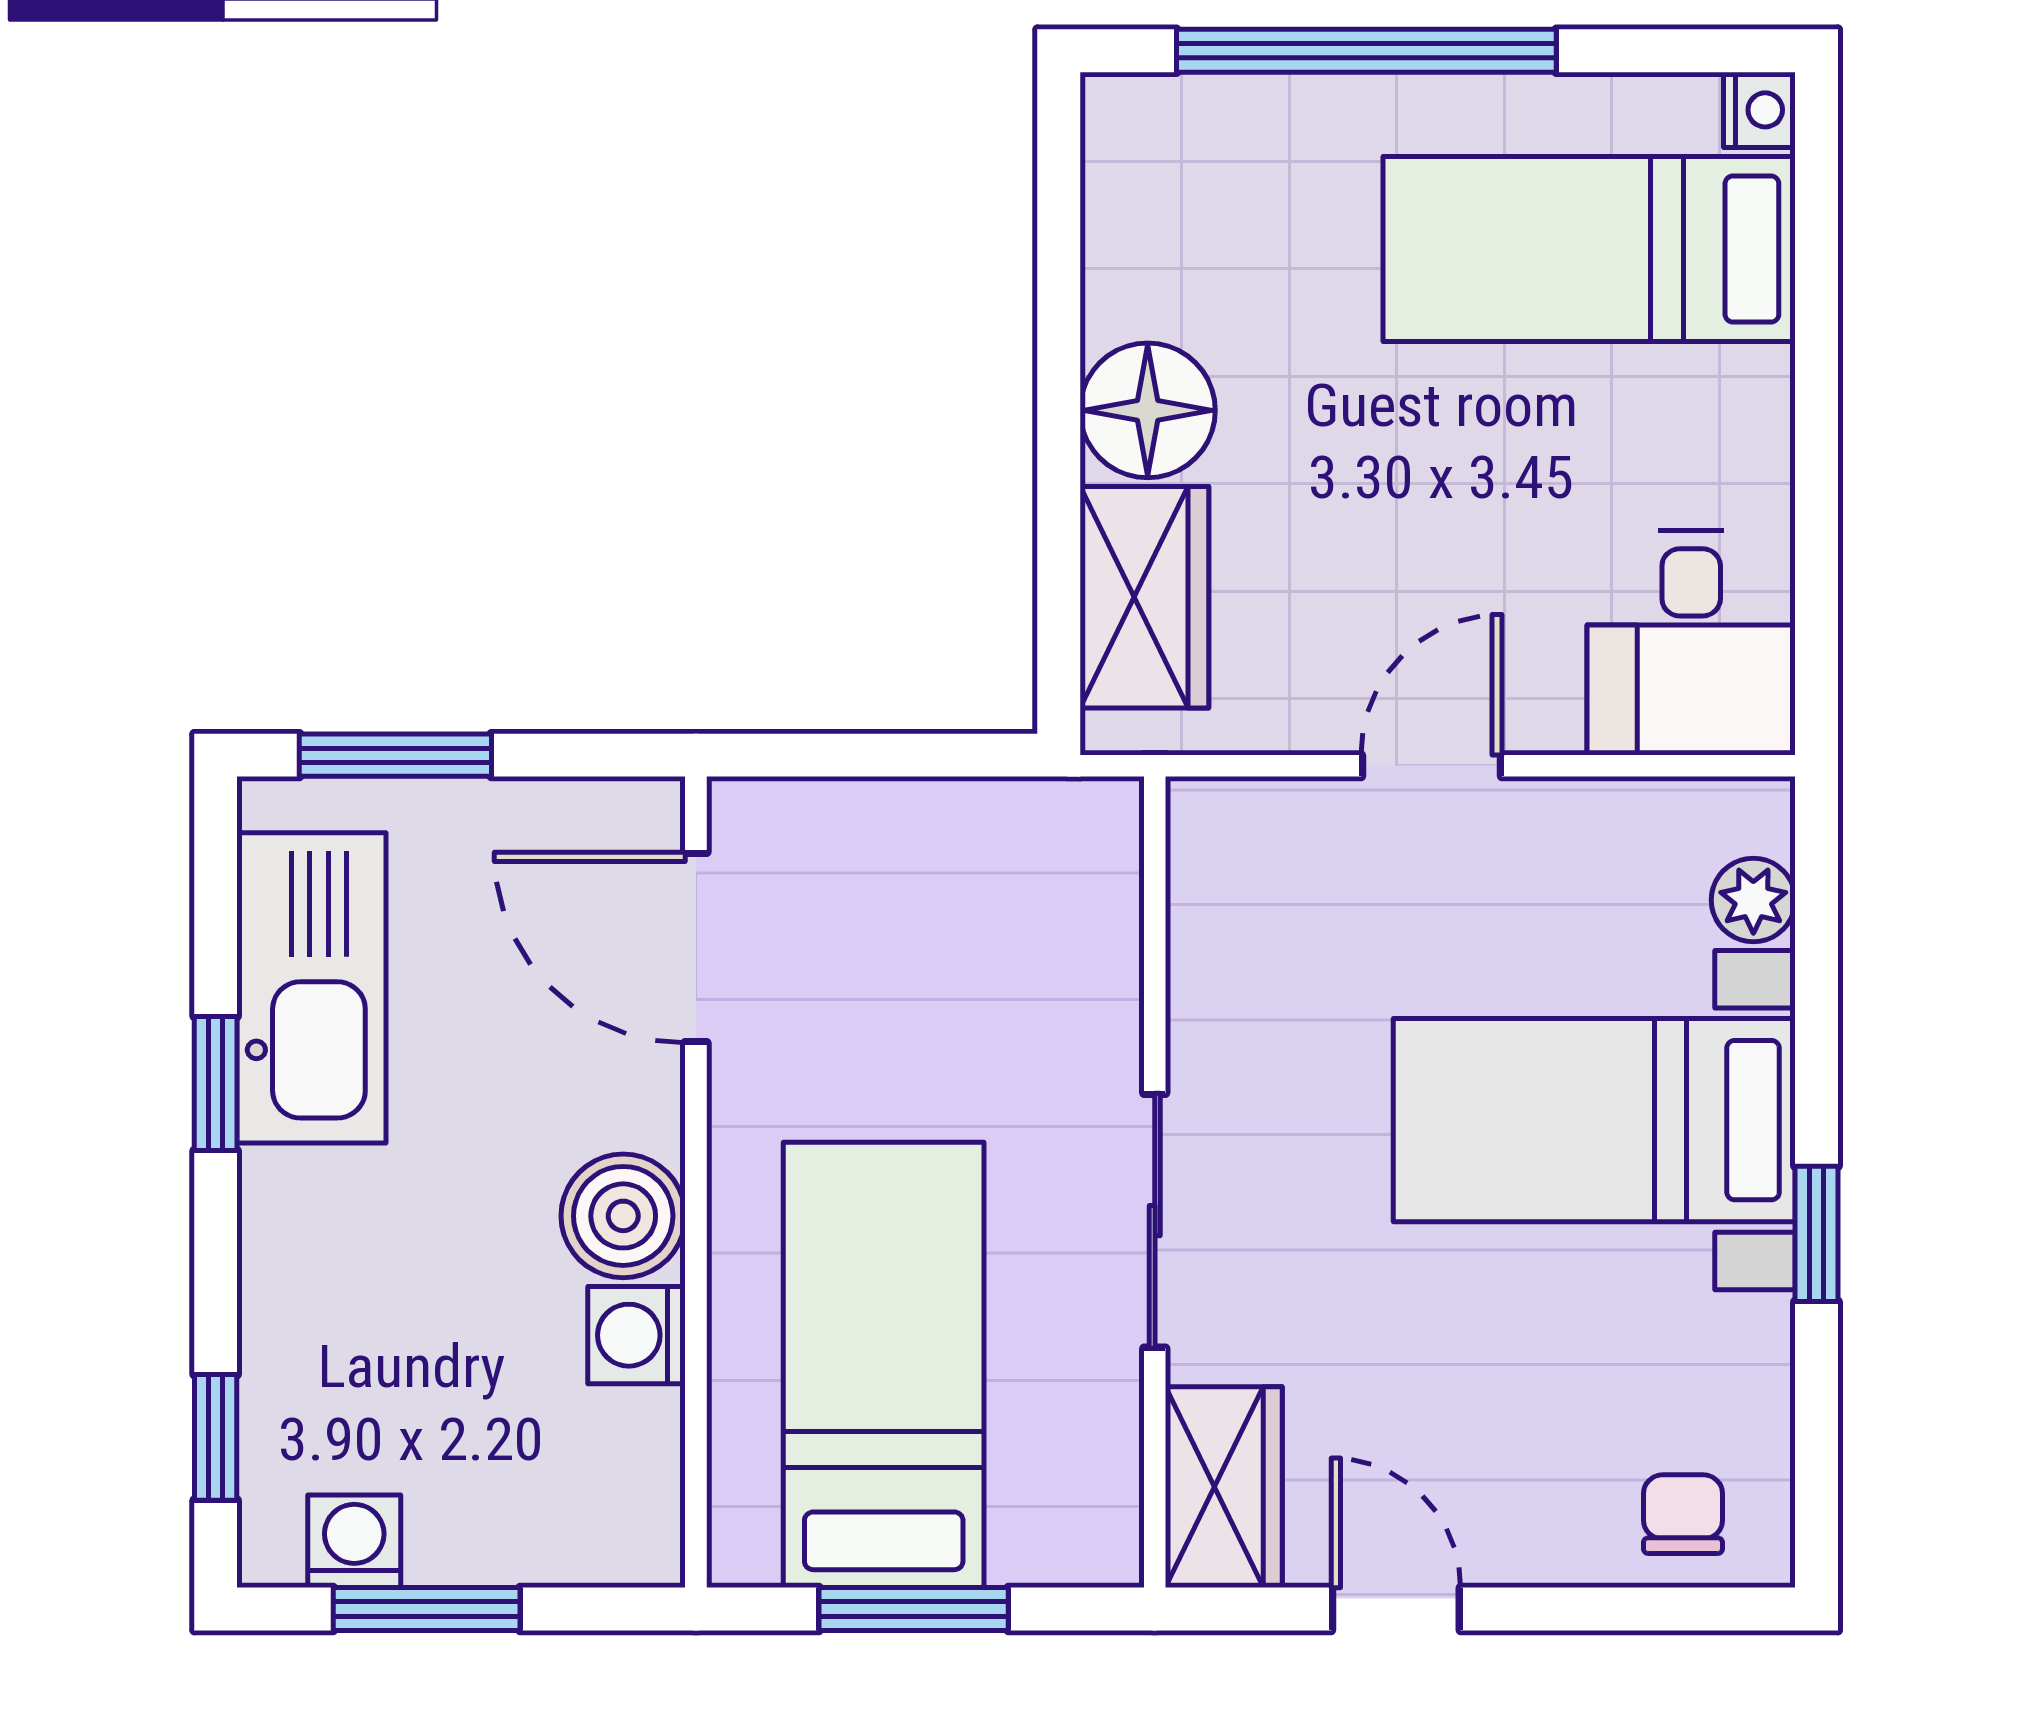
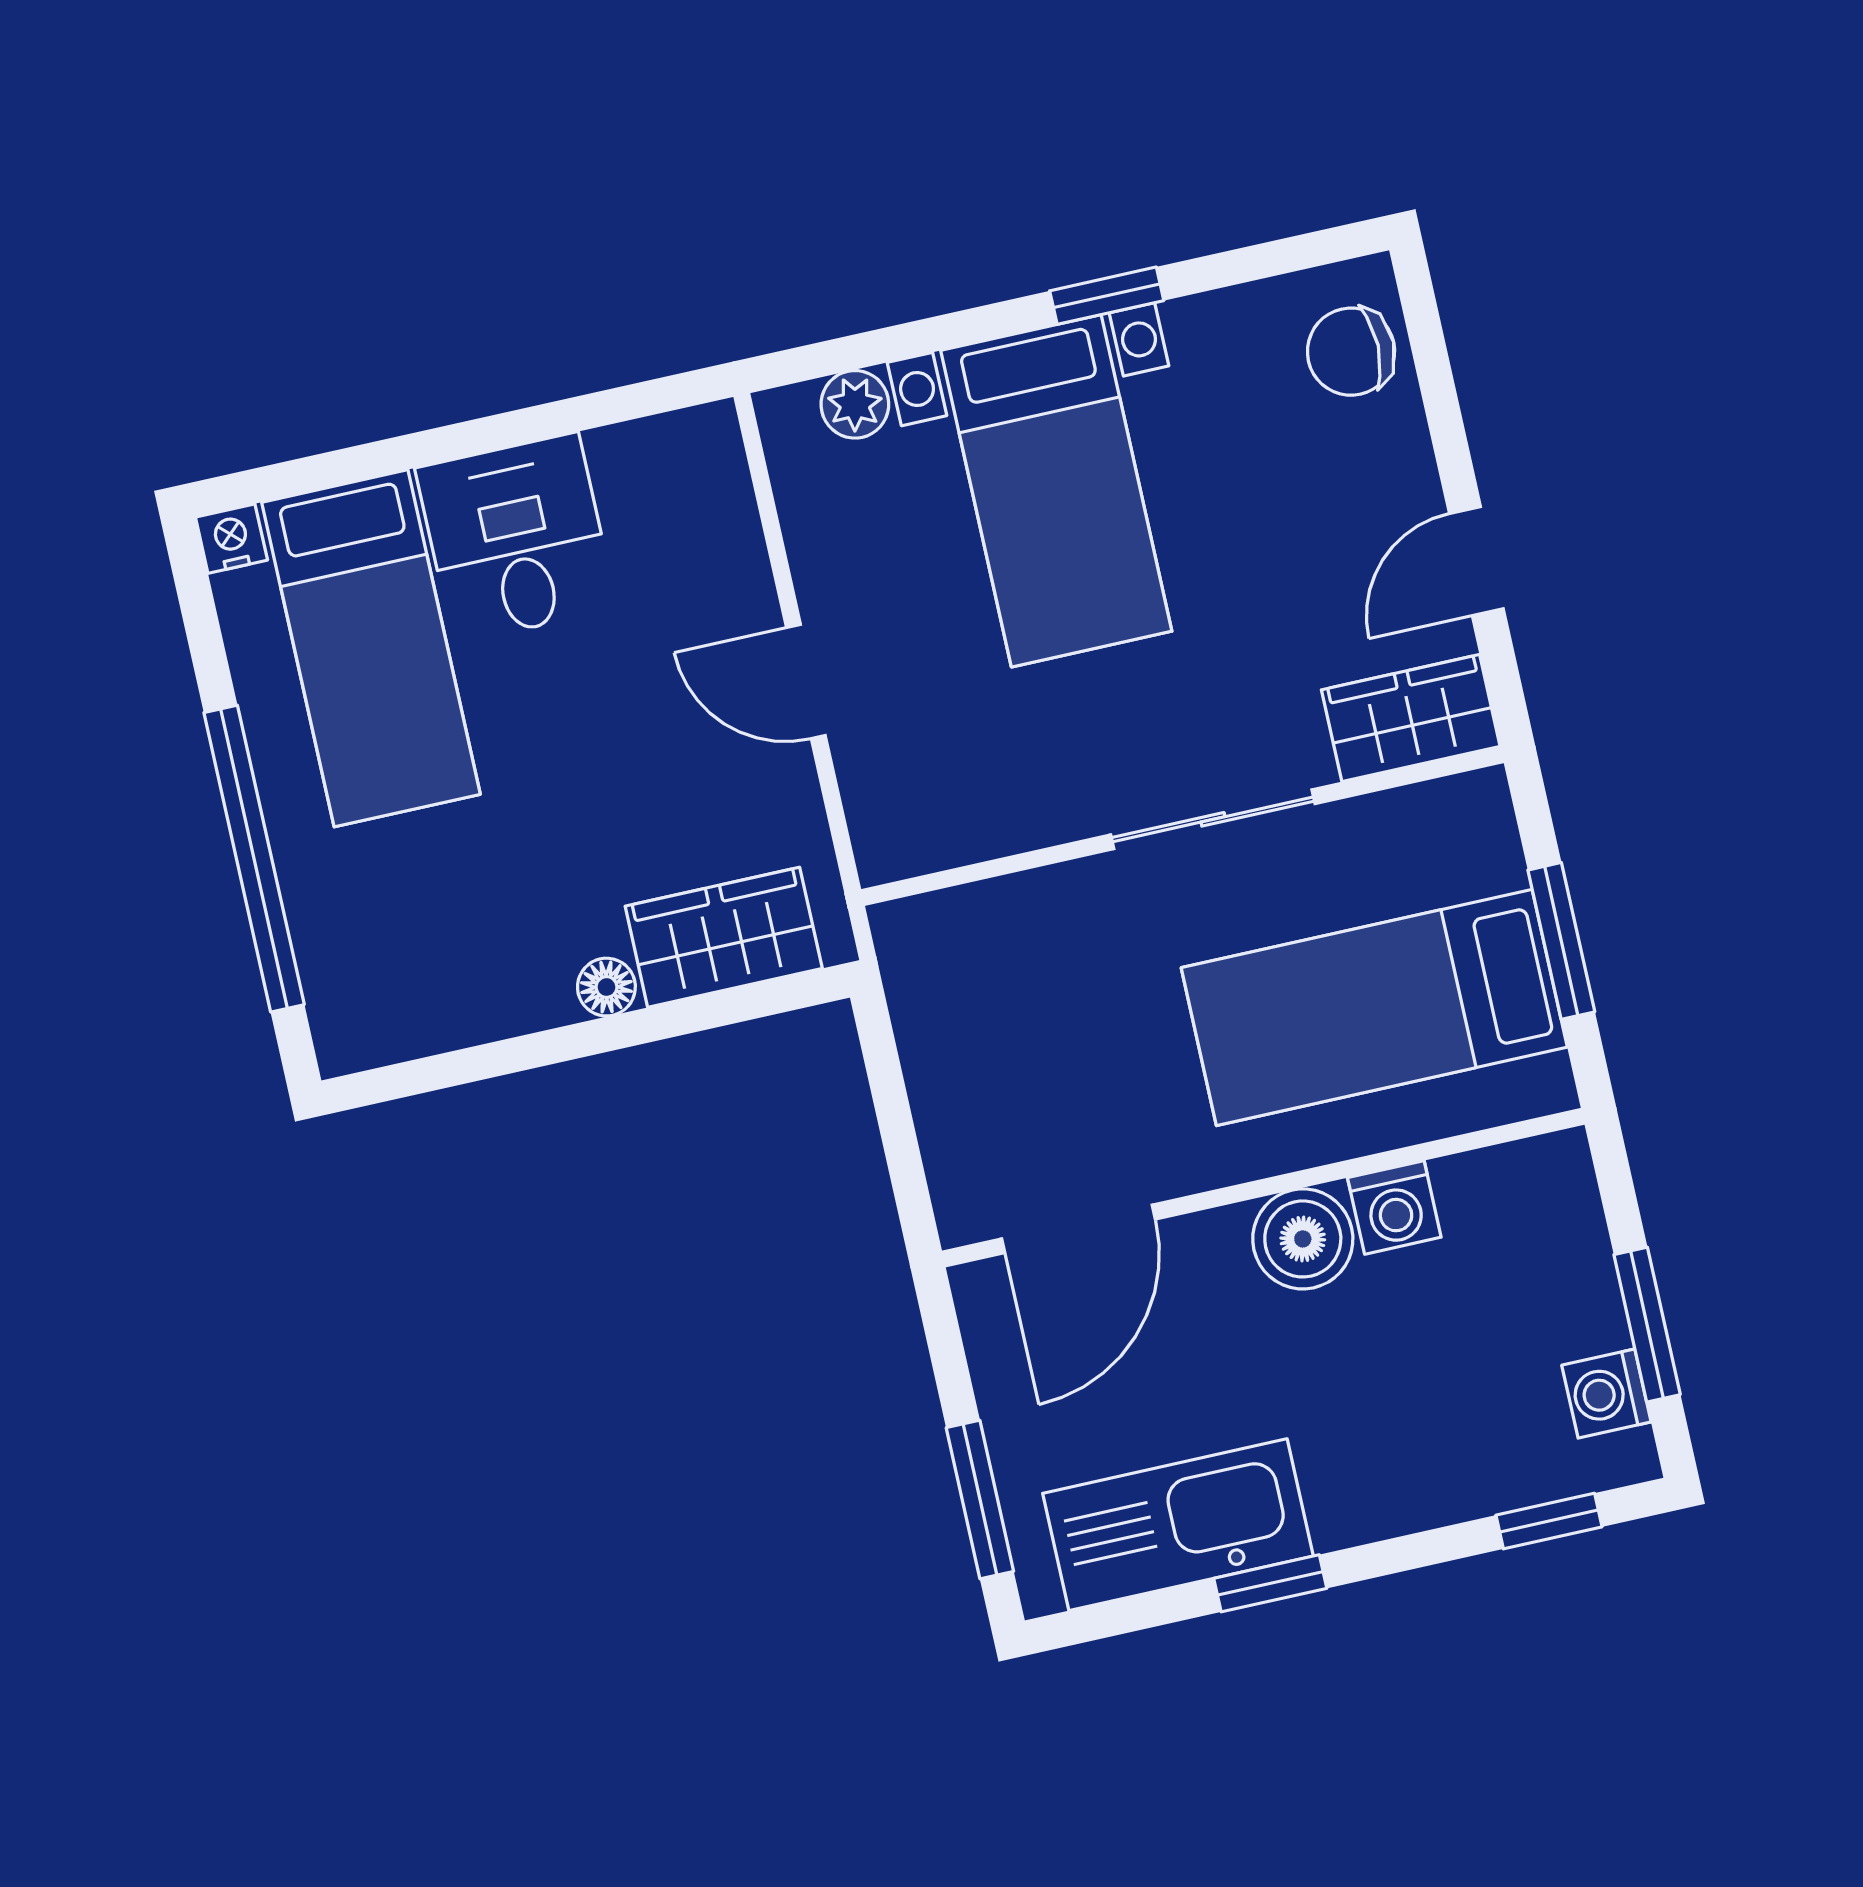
floor lamp: (1148, 410) -> (606, 987), width x0.53, depth x0.53
desk: (1691, 643) -> (516, 538), moved, turned -90
chair: (1683, 1514) -> (1351, 352), width x1.37, depth x1.37

